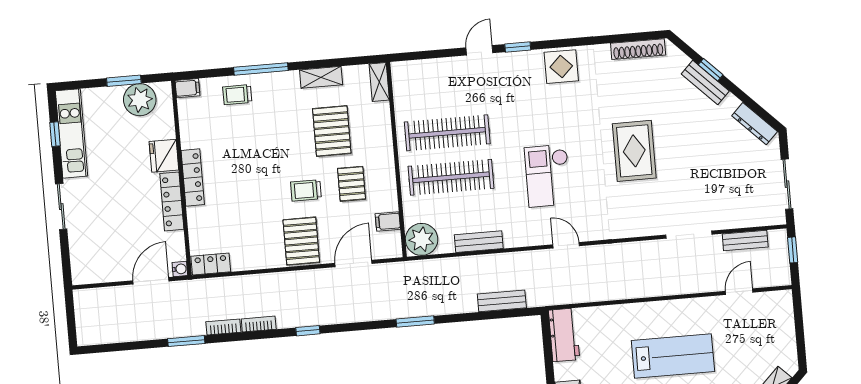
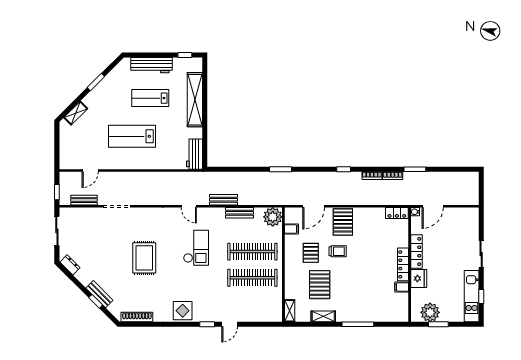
filing cabinet: (187, 88) -> (402, 287), moved
trolley: (237, 95) -> (373, 310), removed
dresser: (755, 124) -> (70, 265), width x0.70
bench: (502, 301) -> (223, 200), moved

